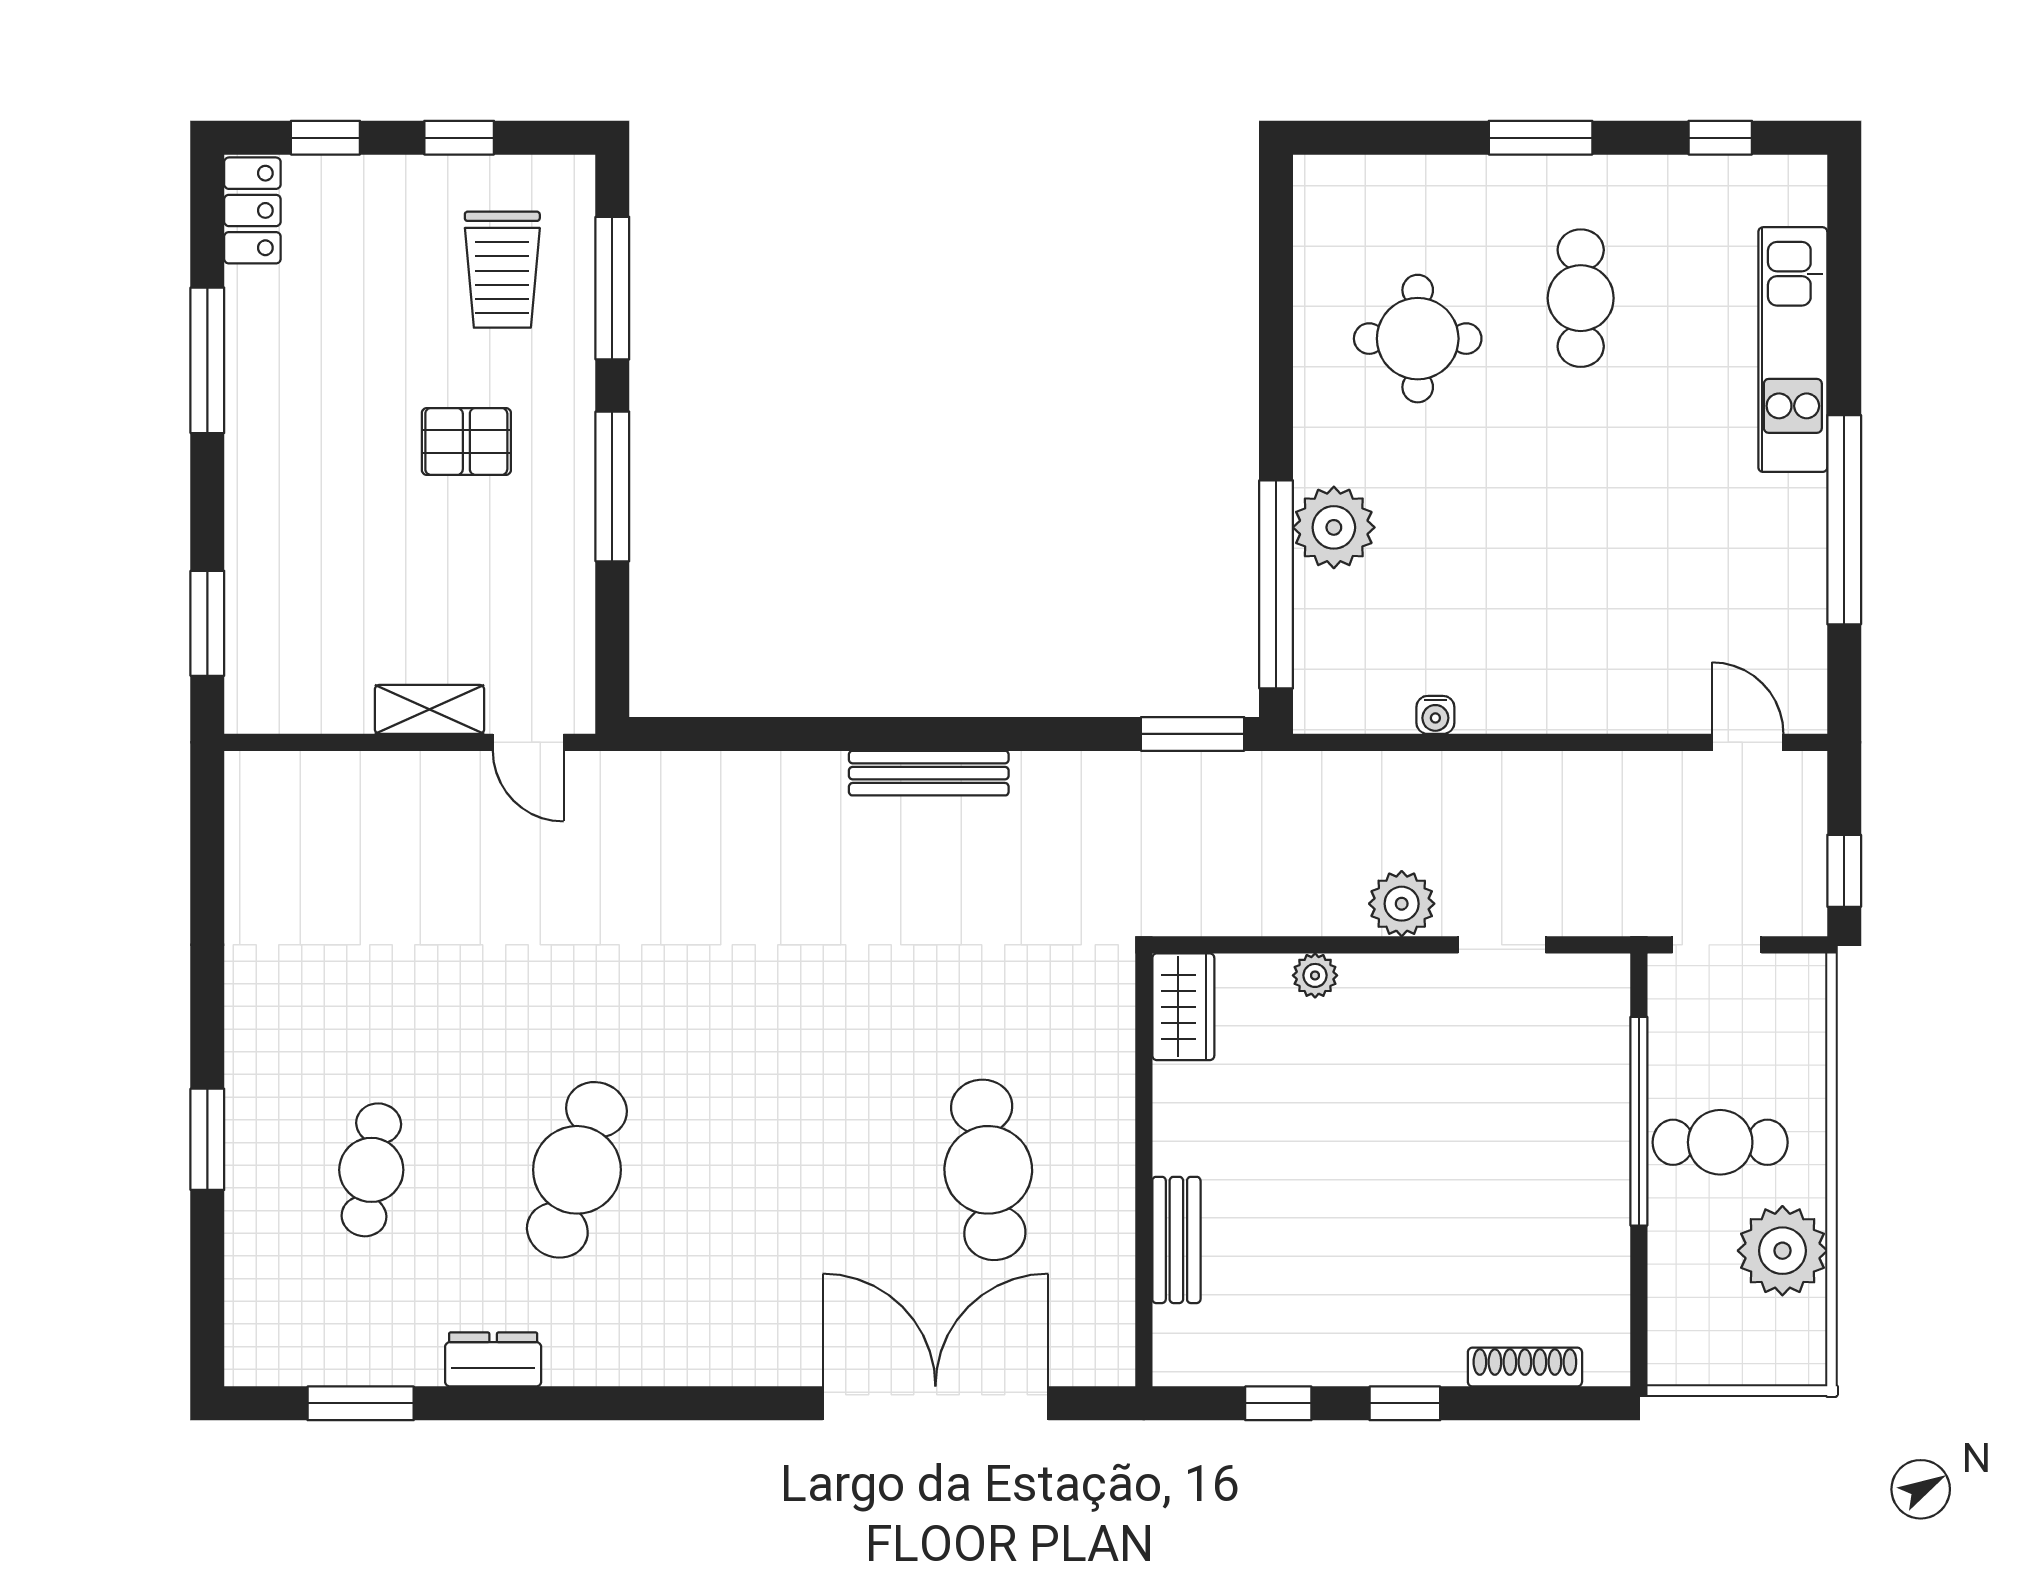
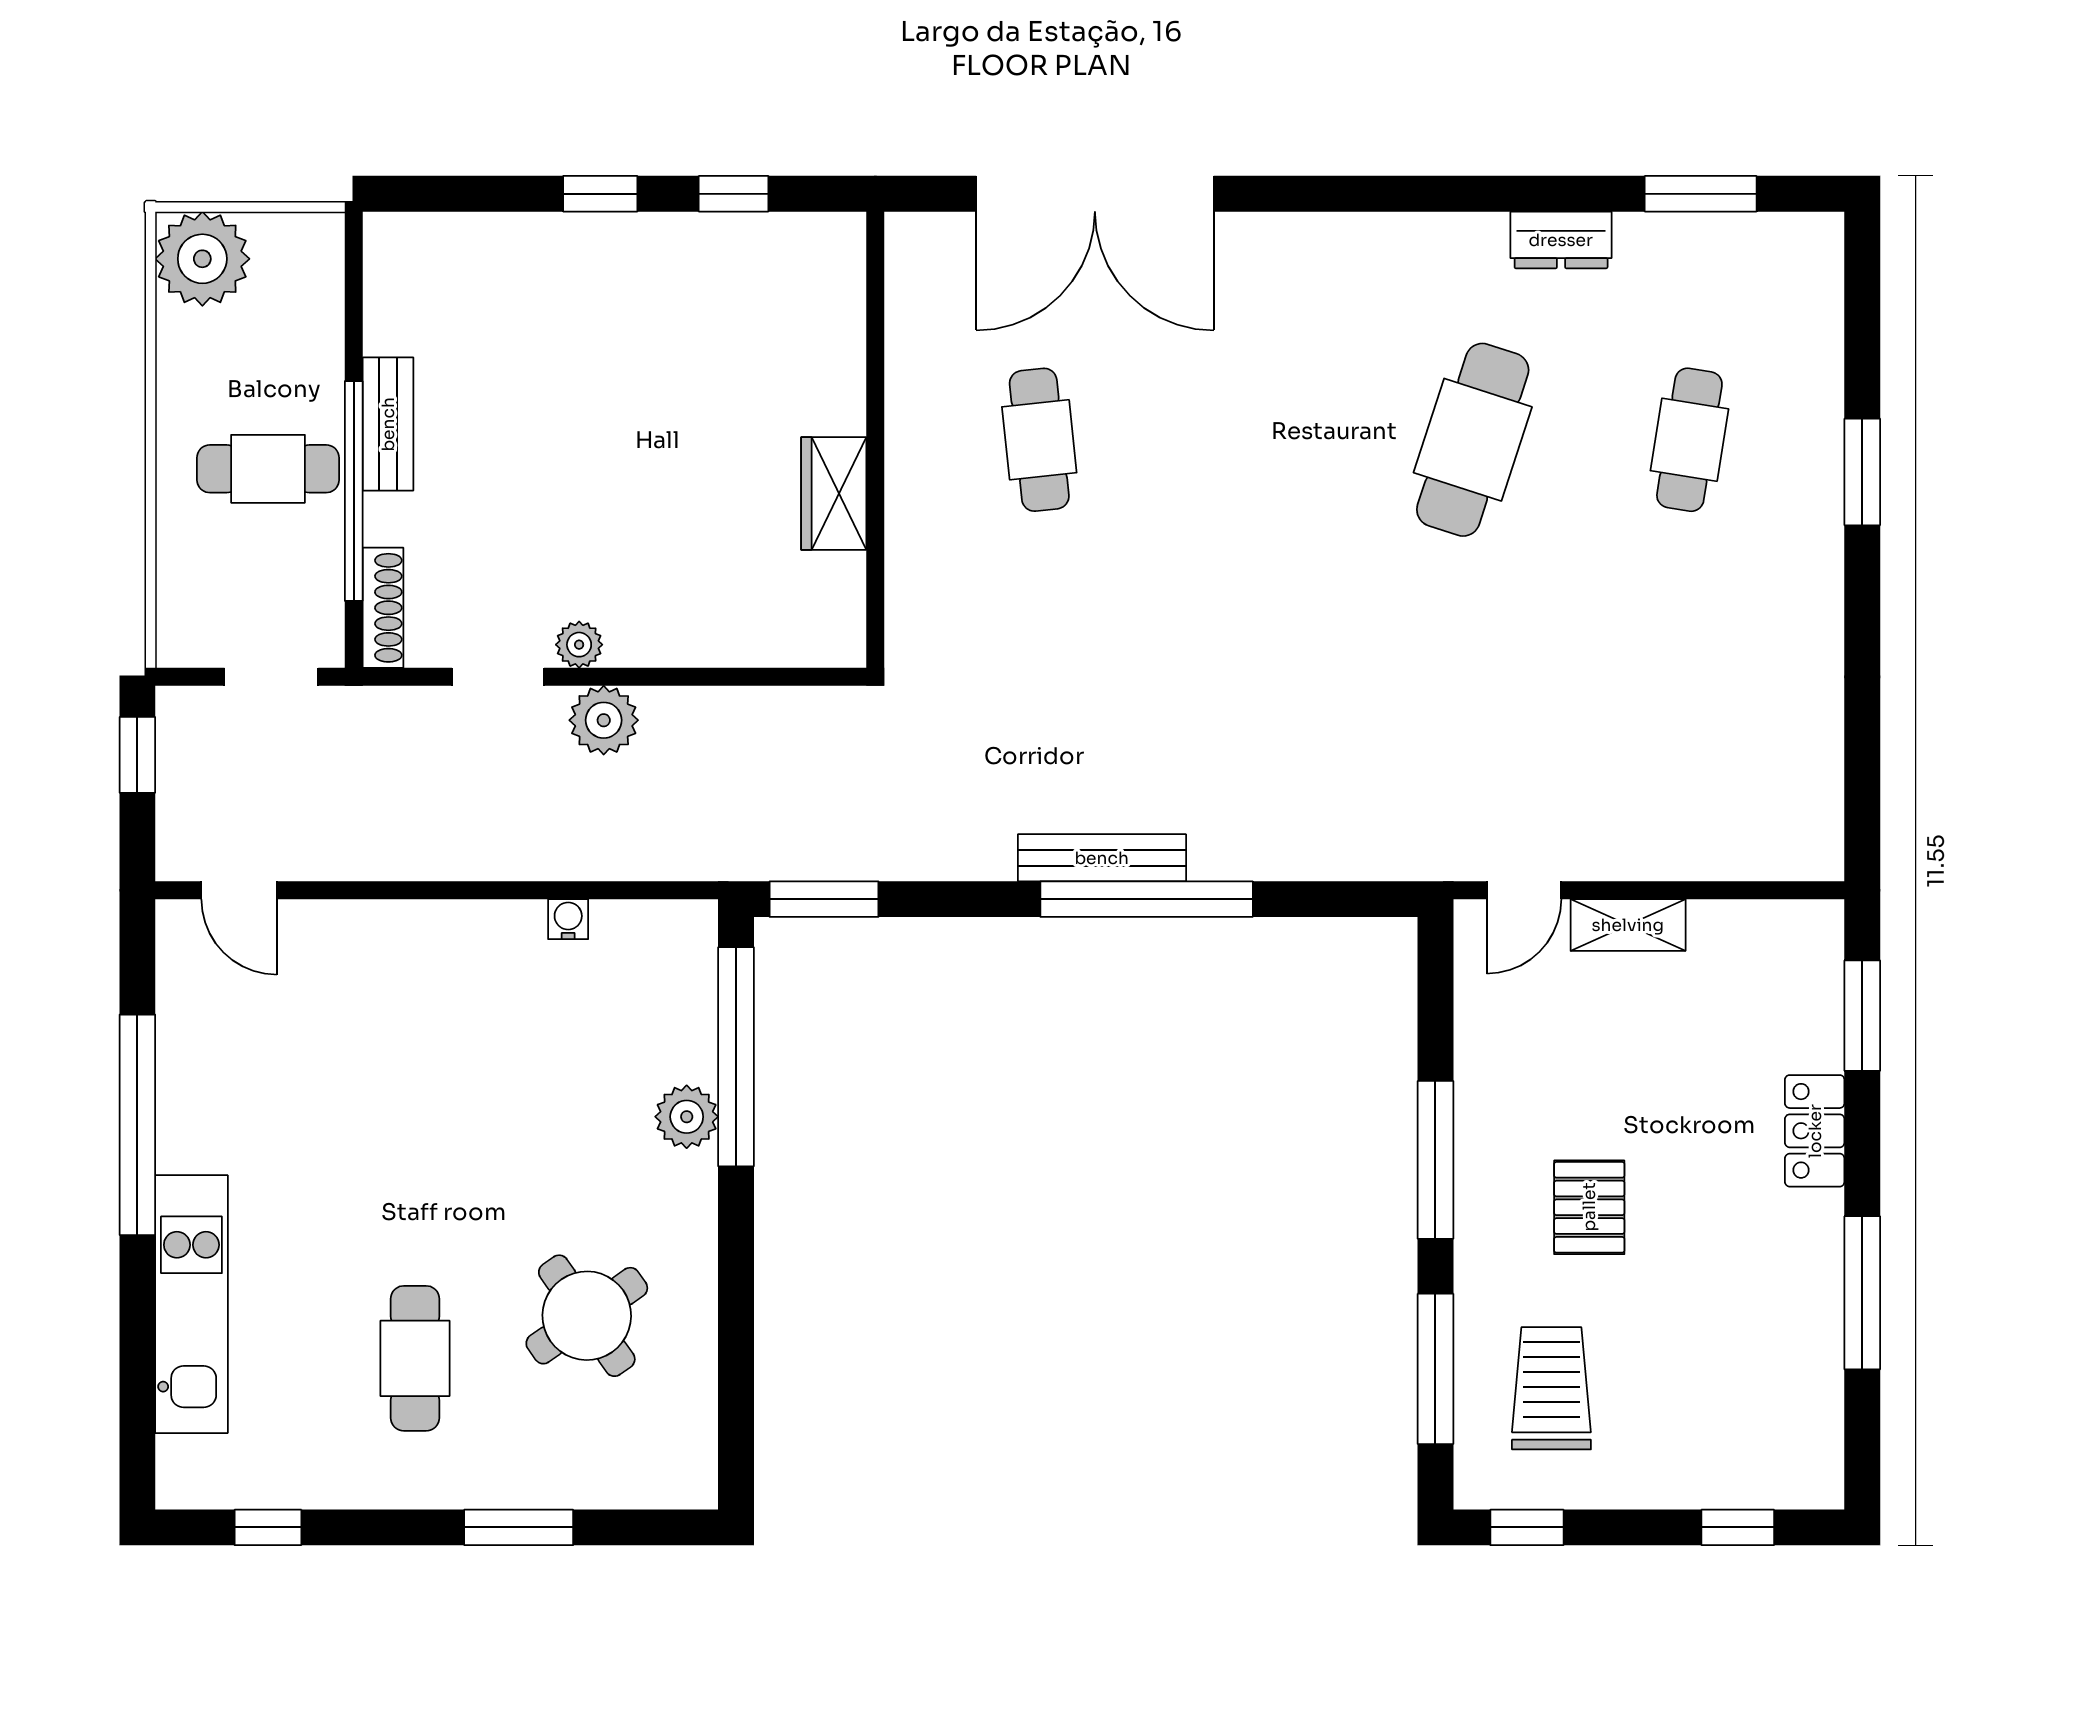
window: (459, 138) -> (1527, 1527), moved
window: (1541, 138) -> (519, 1527), moved
locker: (252, 210) -> (1815, 1131), moved
round table: (1418, 339) -> (587, 1316), turned -35
pallet: (466, 441) -> (1589, 1207), turned 90
plant: (1334, 527) -> (687, 1117), width x0.73, depth x0.73
window: (886, 734) -> (1147, 899), added
door: (528, 742) -> (1524, 890), swing flipped
plant: (1315, 975) -> (579, 645), moved
wardrobe: (1183, 1007) -> (834, 494), moved
cafe table: (988, 1170) -> (1039, 440), width x0.73, depth x0.74
bench: (1176, 1240) -> (388, 424), moved
plant: (1782, 1251) -> (202, 259), moved
shoe rack: (1525, 1367) -> (383, 608), moved, turned -90

